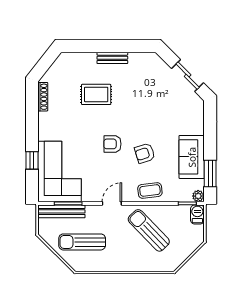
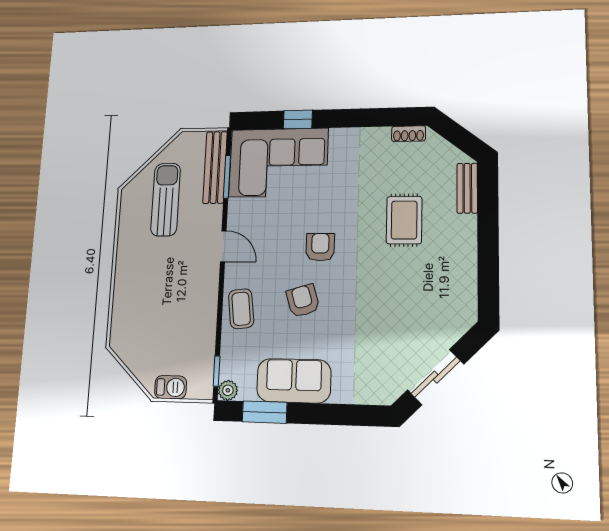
bench: (112, 58) -> (467, 188), moved
shoe rack: (43, 97) -> (409, 134), width x0.70
barbecue: (197, 215) -> (170, 387), moved
sun lounger: (149, 230) -> (177, 306), removed

